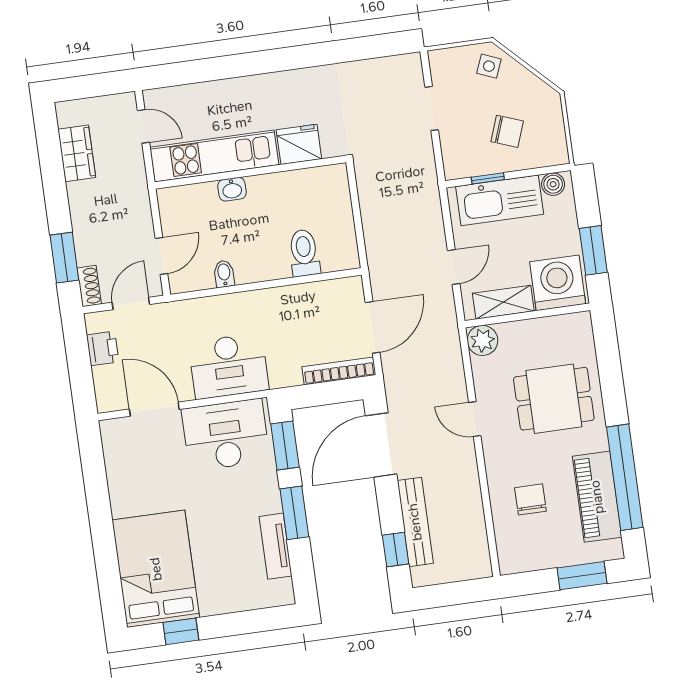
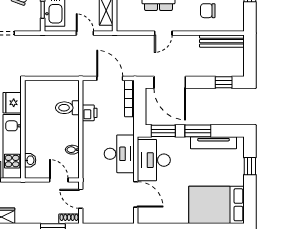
washbasin: (232, 189) -> (30, 160), moved
plant: (482, 340) -> (124, 24), removed
printer: (103, 348) -> (90, 113), moved, turned 90
door: (154, 409) -> (136, 194), swing flipped
bench: (415, 522) -> (222, 41), moved
tv unit: (276, 546) -> (213, 143), width x1.41
window: (181, 631) -> (250, 166), moved

